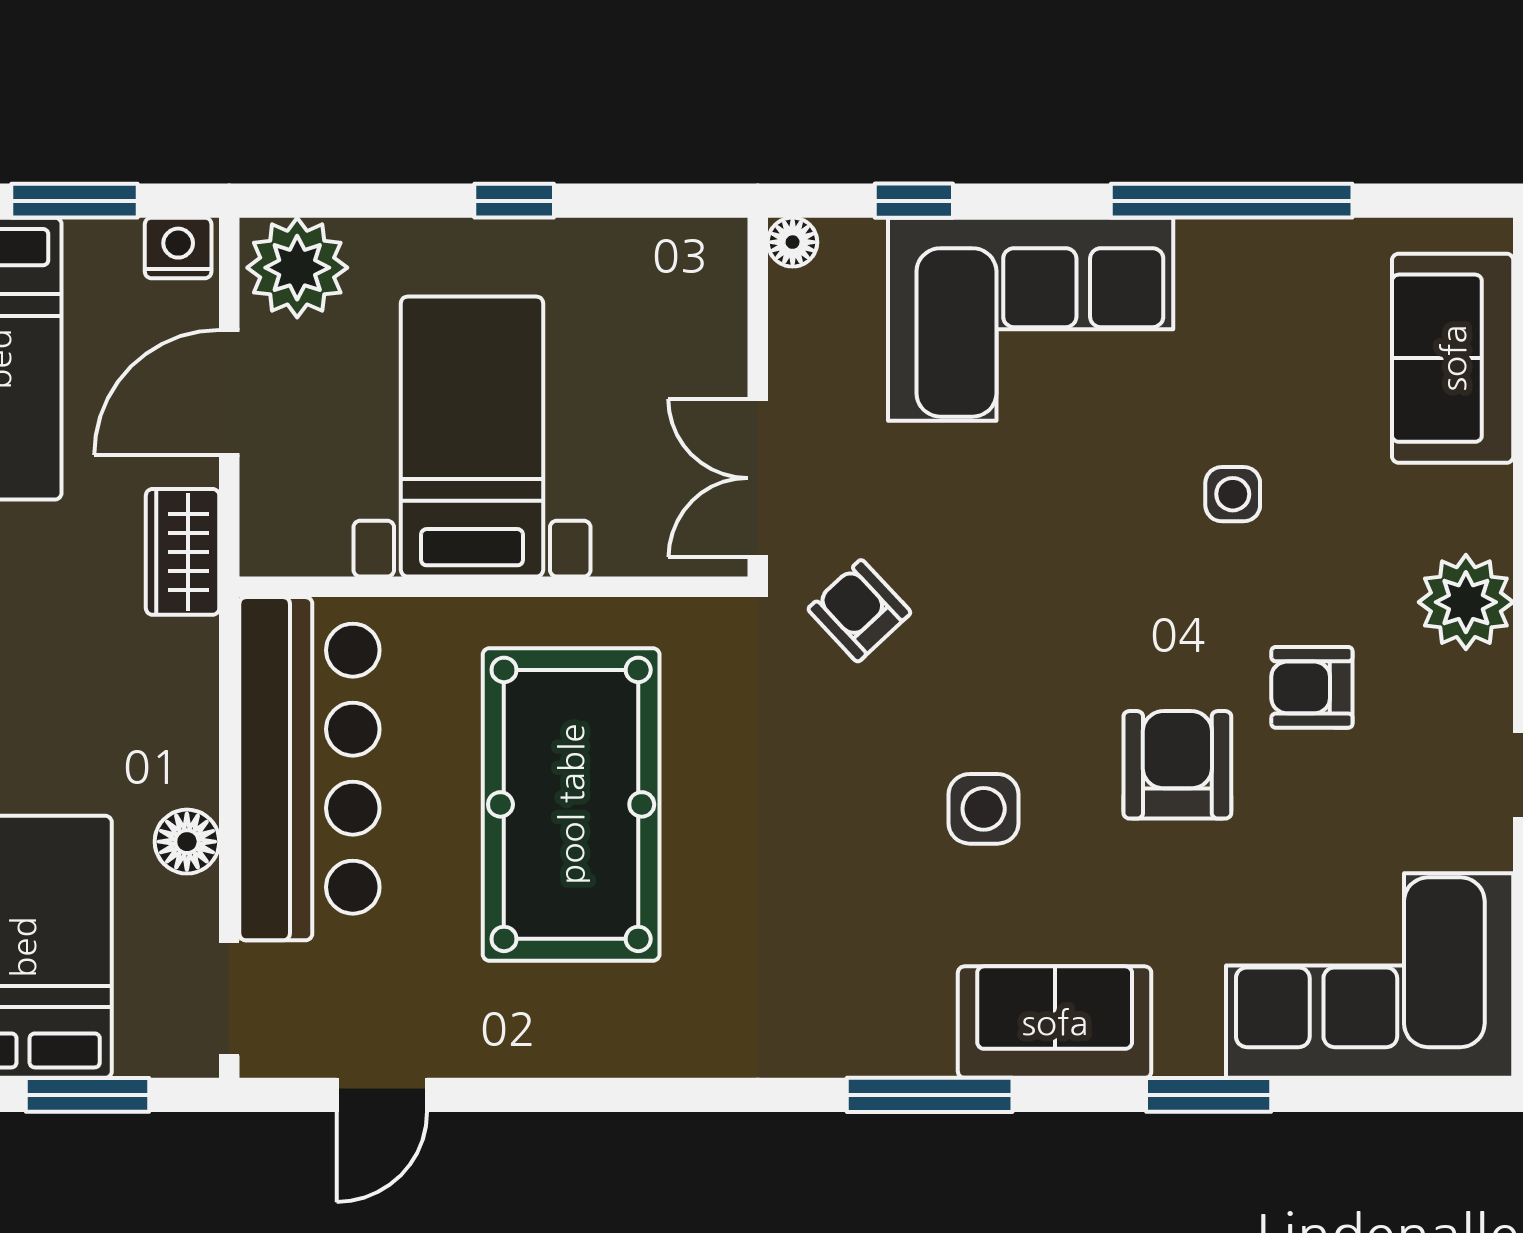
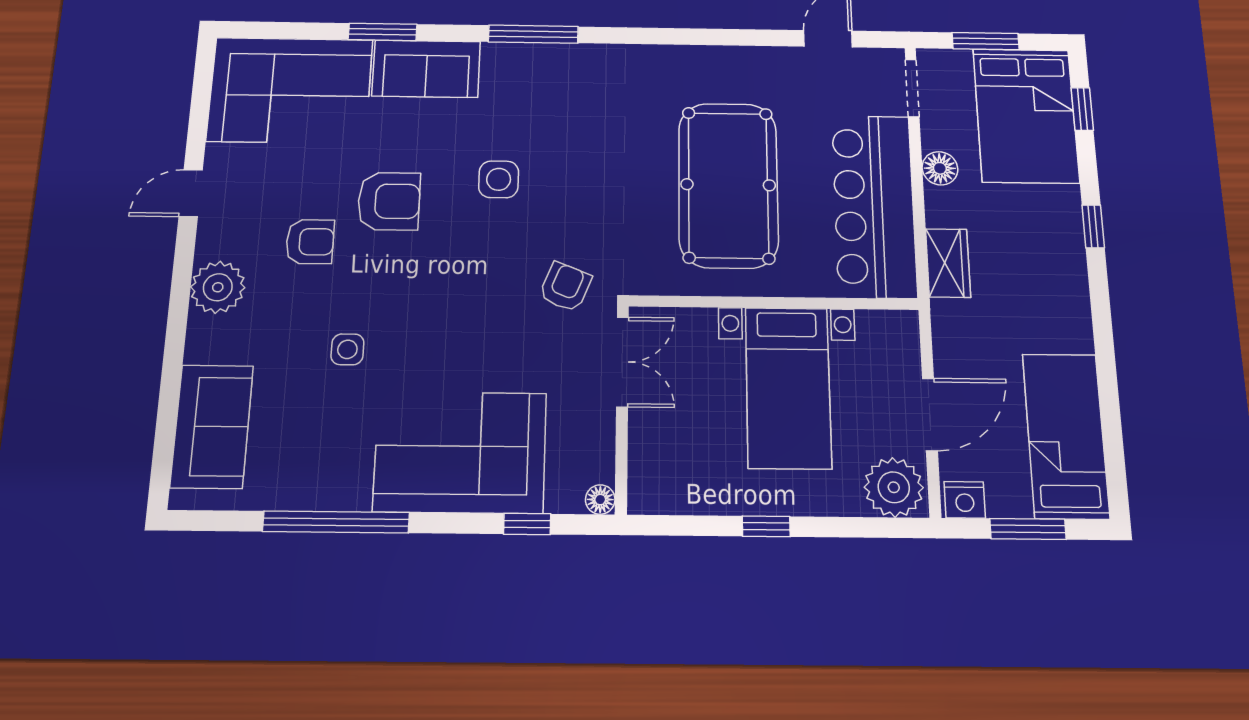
wardrobe: (183, 552) -> (948, 263), moved
armchair: (859, 611) -> (565, 287), turned -115
armchair: (1177, 765) -> (389, 201), turned -90
sofa: (1055, 1022) -> (426, 69), moved

